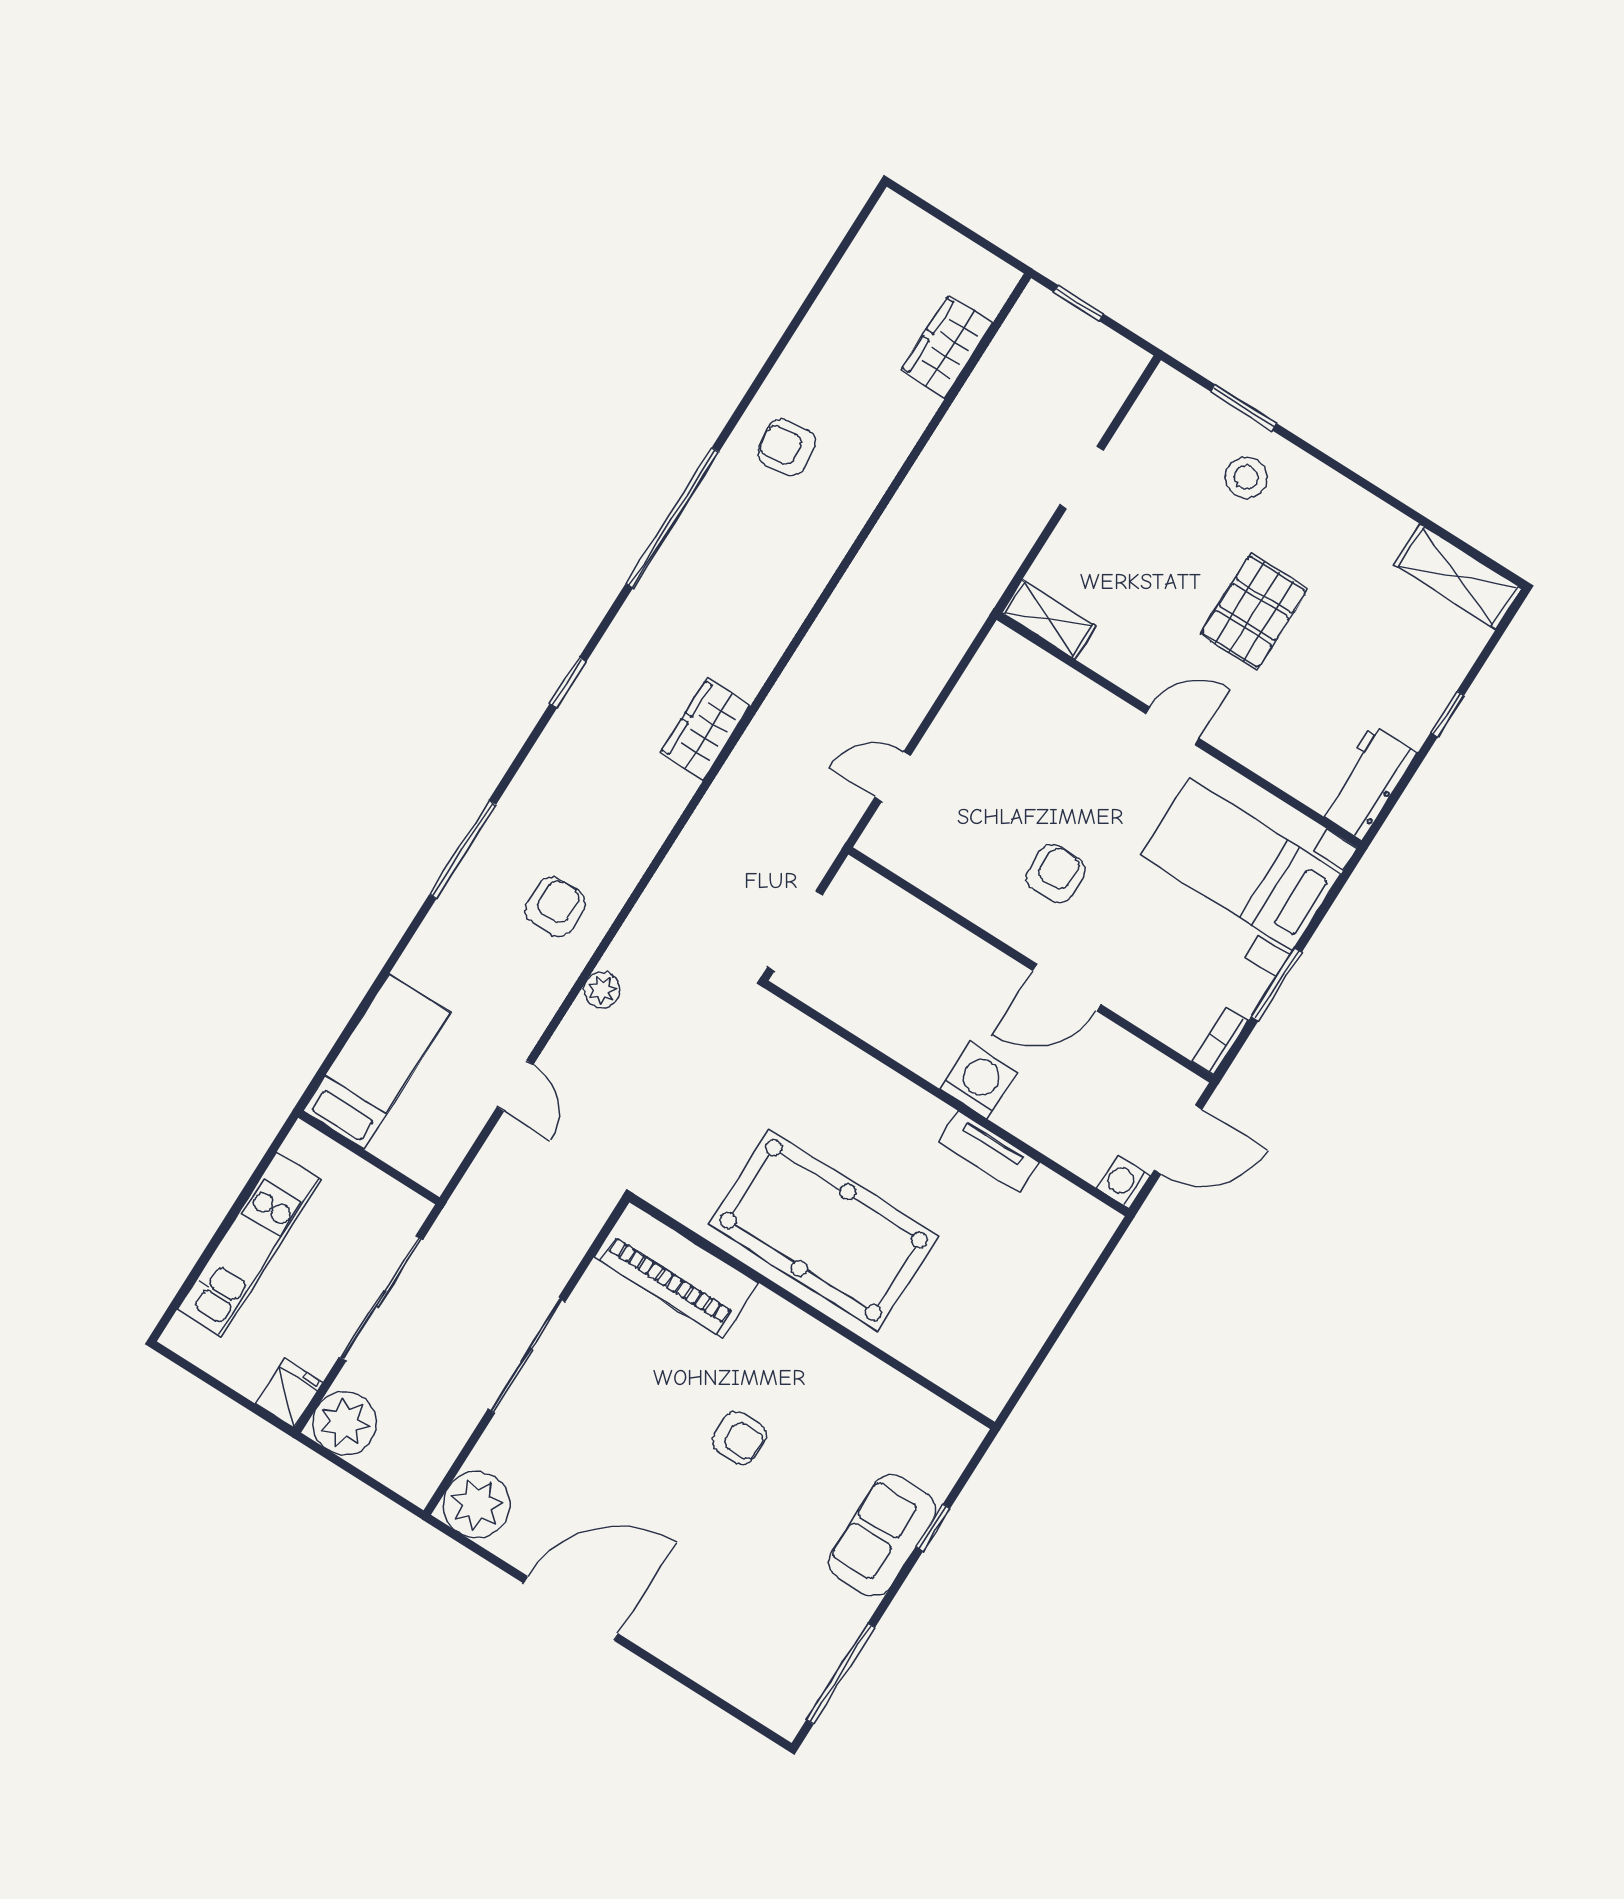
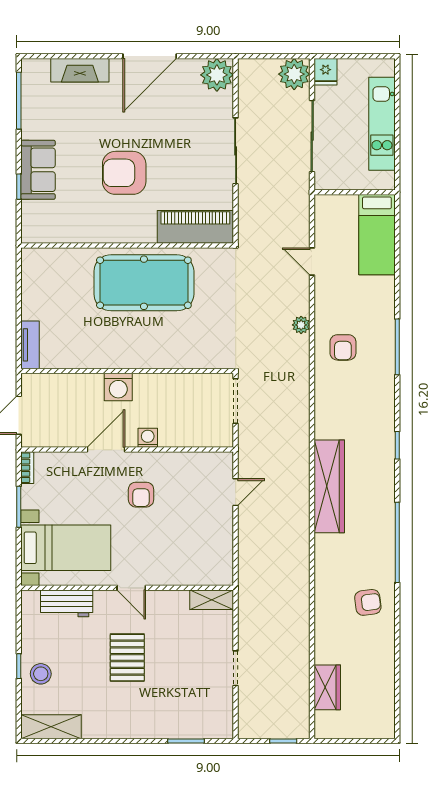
stool: (1246, 477) -> (41, 674), moved
door: (1172, 726) -> (131, 588), hinge flipped
wardrobe: (705, 729) -> (329, 486), width x2.10, depth x1.17
workbench: (1367, 782) -> (67, 603), moved, turned 90
tv unit: (988, 1152) -> (30, 345), moved, turned 90
washing machine: (1123, 1182) -> (148, 438), moved, turned -90
armchair: (739, 1438) -> (124, 173), width x1.88, depth x1.88
fireplace: (704, 1659) -> (80, 70), added

